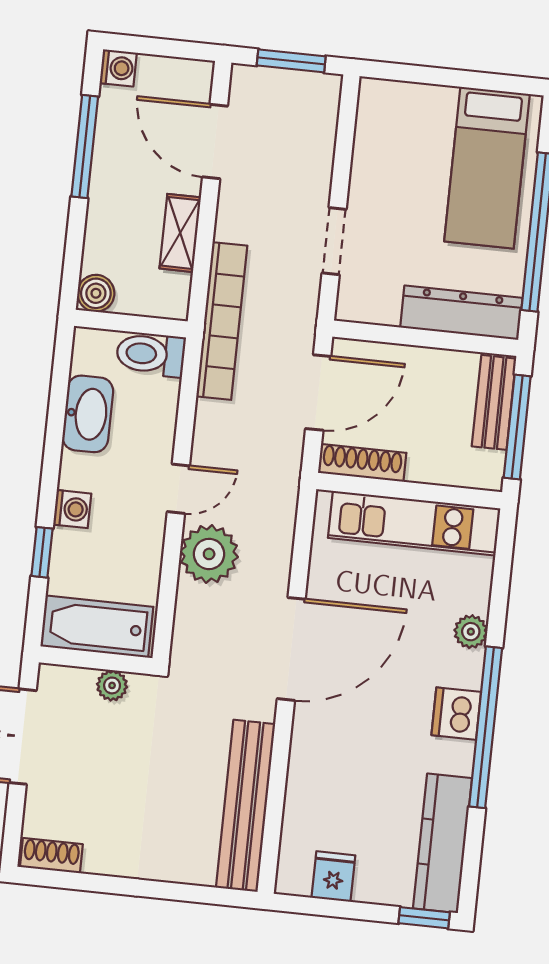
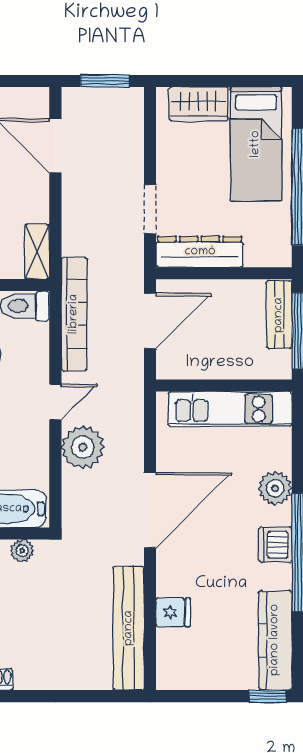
wardrobe: (415, 105) -> (199, 104), added
shelving: (180, 233) -> (37, 252), moved
dresser: (461, 313) -> (200, 252), moved
bookcase: (222, 321) -> (74, 314), moved
shoe rack: (362, 463) -> (188, 369), removed
plant: (471, 632) -> (275, 488), width x1.38, depth x1.38
fridge: (333, 877) -> (173, 612), moved, turned 90

